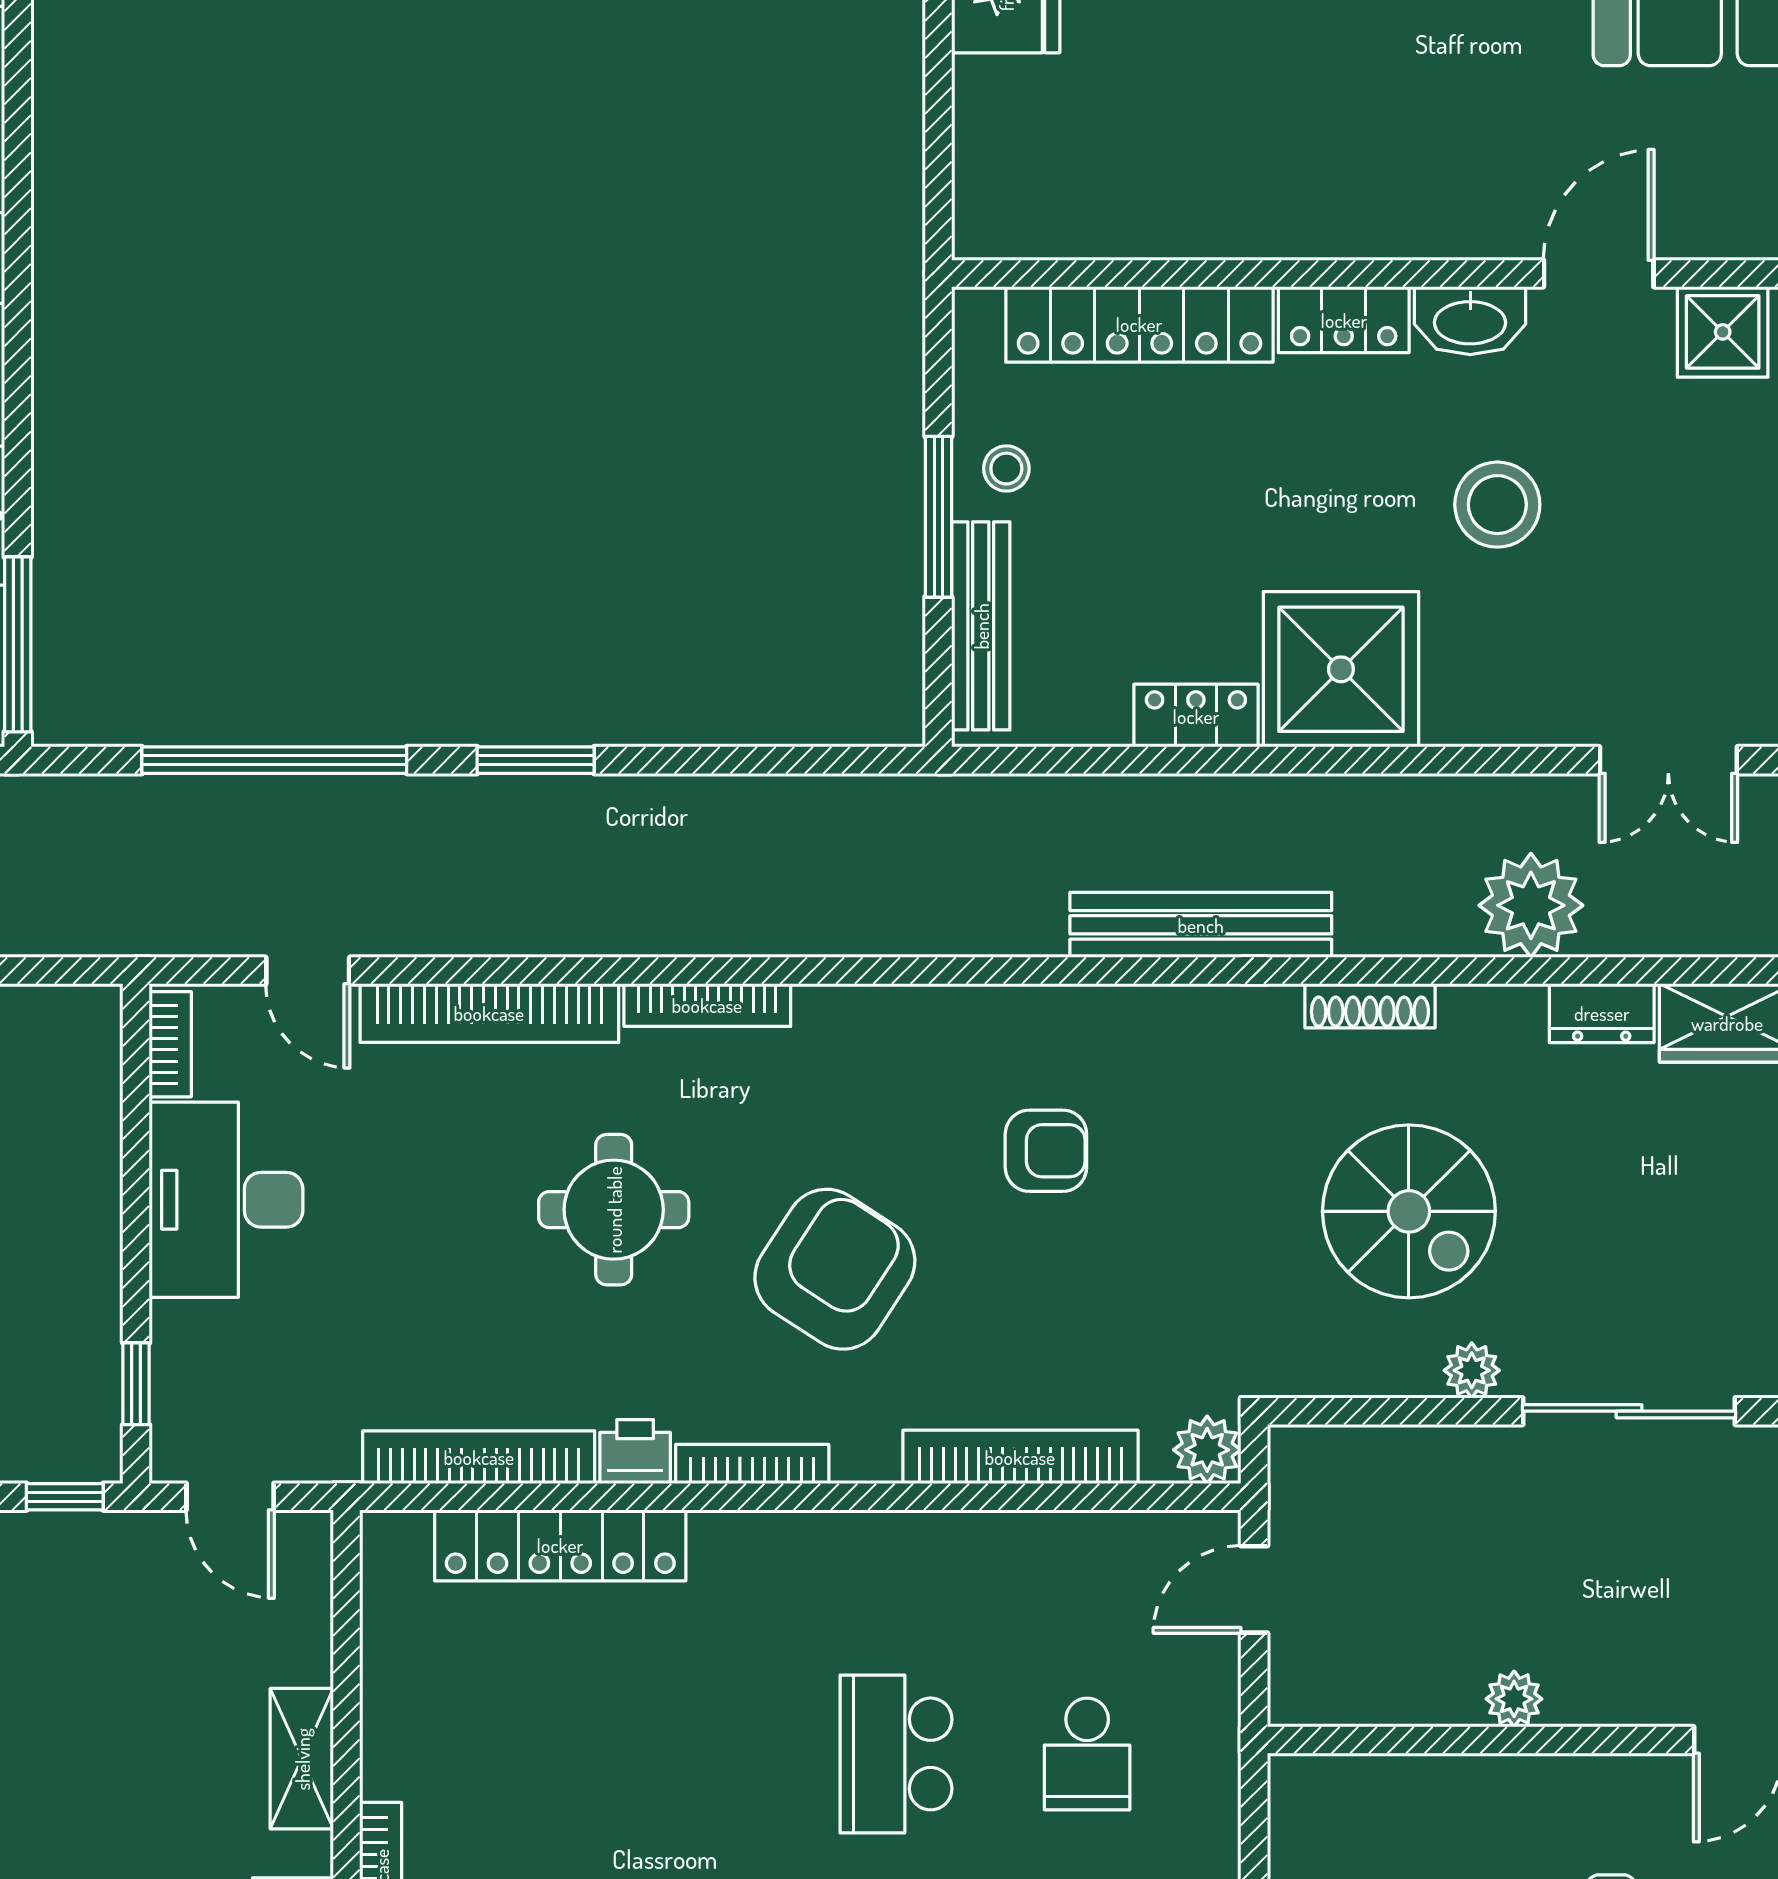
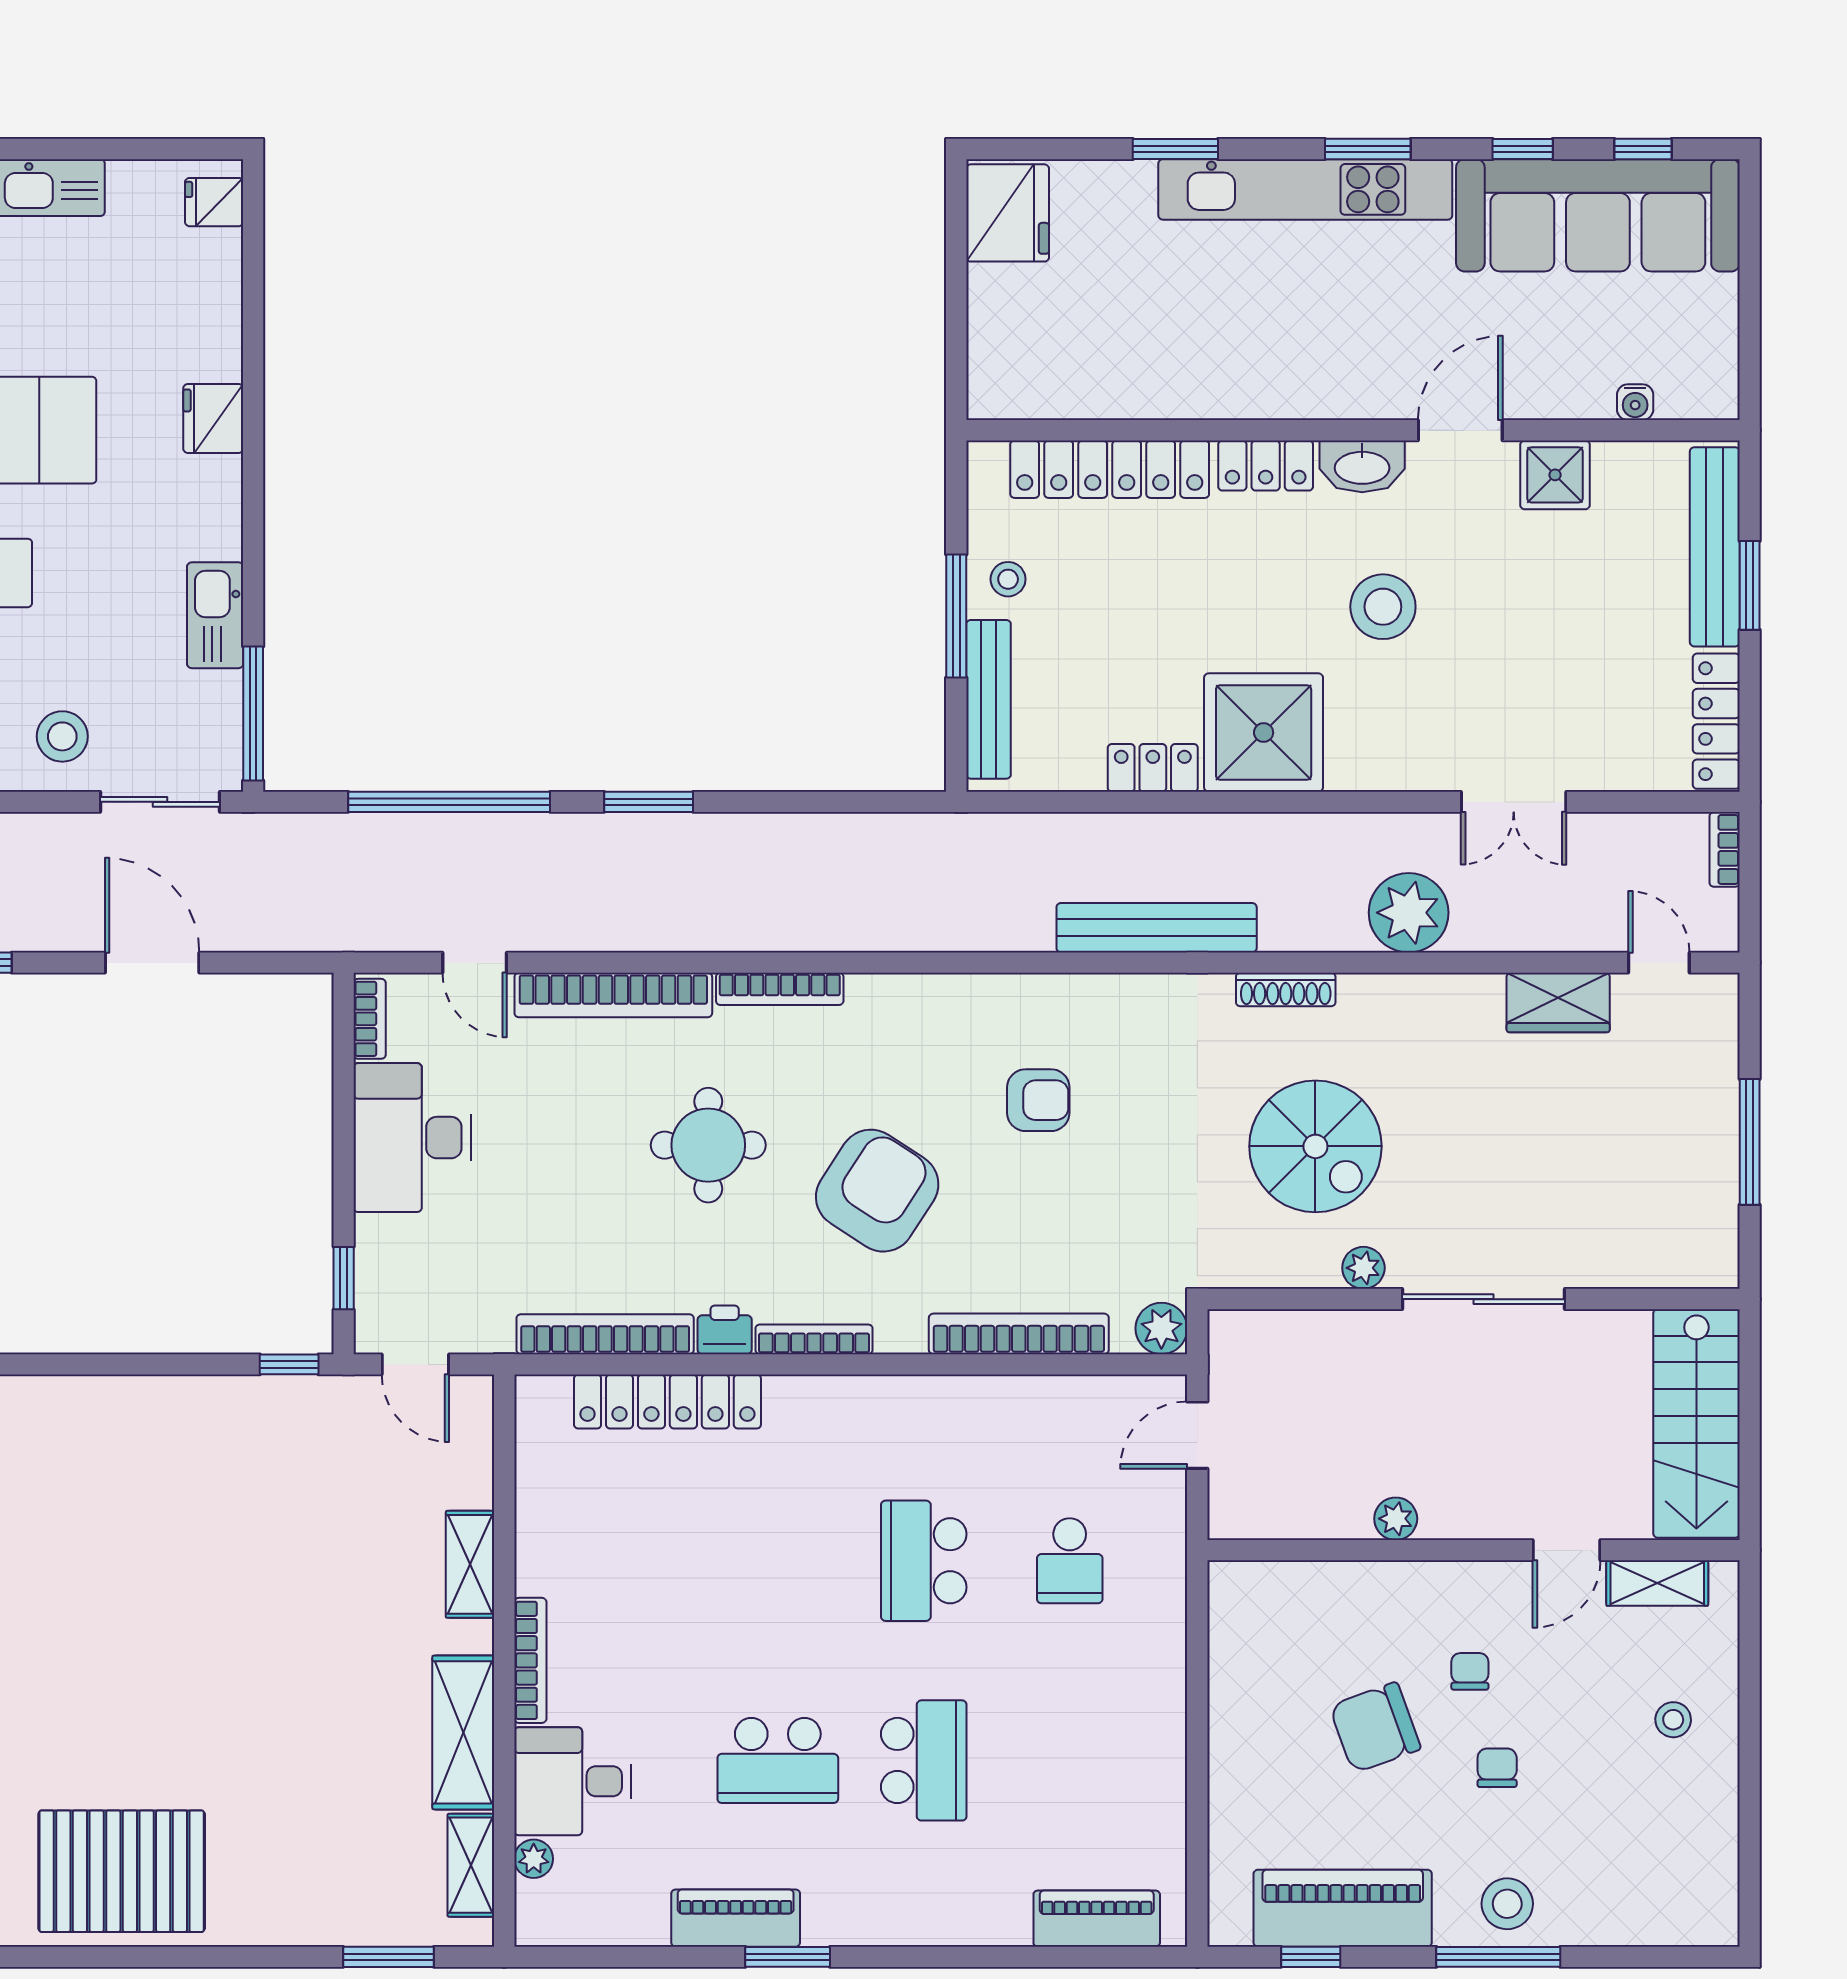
dresser: (1602, 1013) -> (1463, 995), removed

